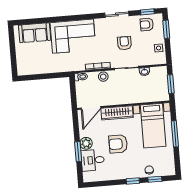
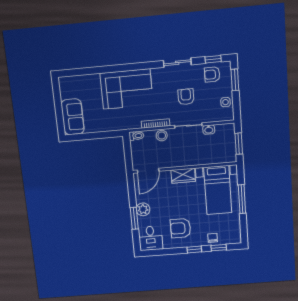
sofa: (35, 33) -> (73, 117), moved, turned -90
wardrobe: (117, 113) -> (183, 176), width x0.67
armchair: (118, 144) -> (181, 228), moved
desk: (93, 160) -> (151, 238), moved, turned -90

